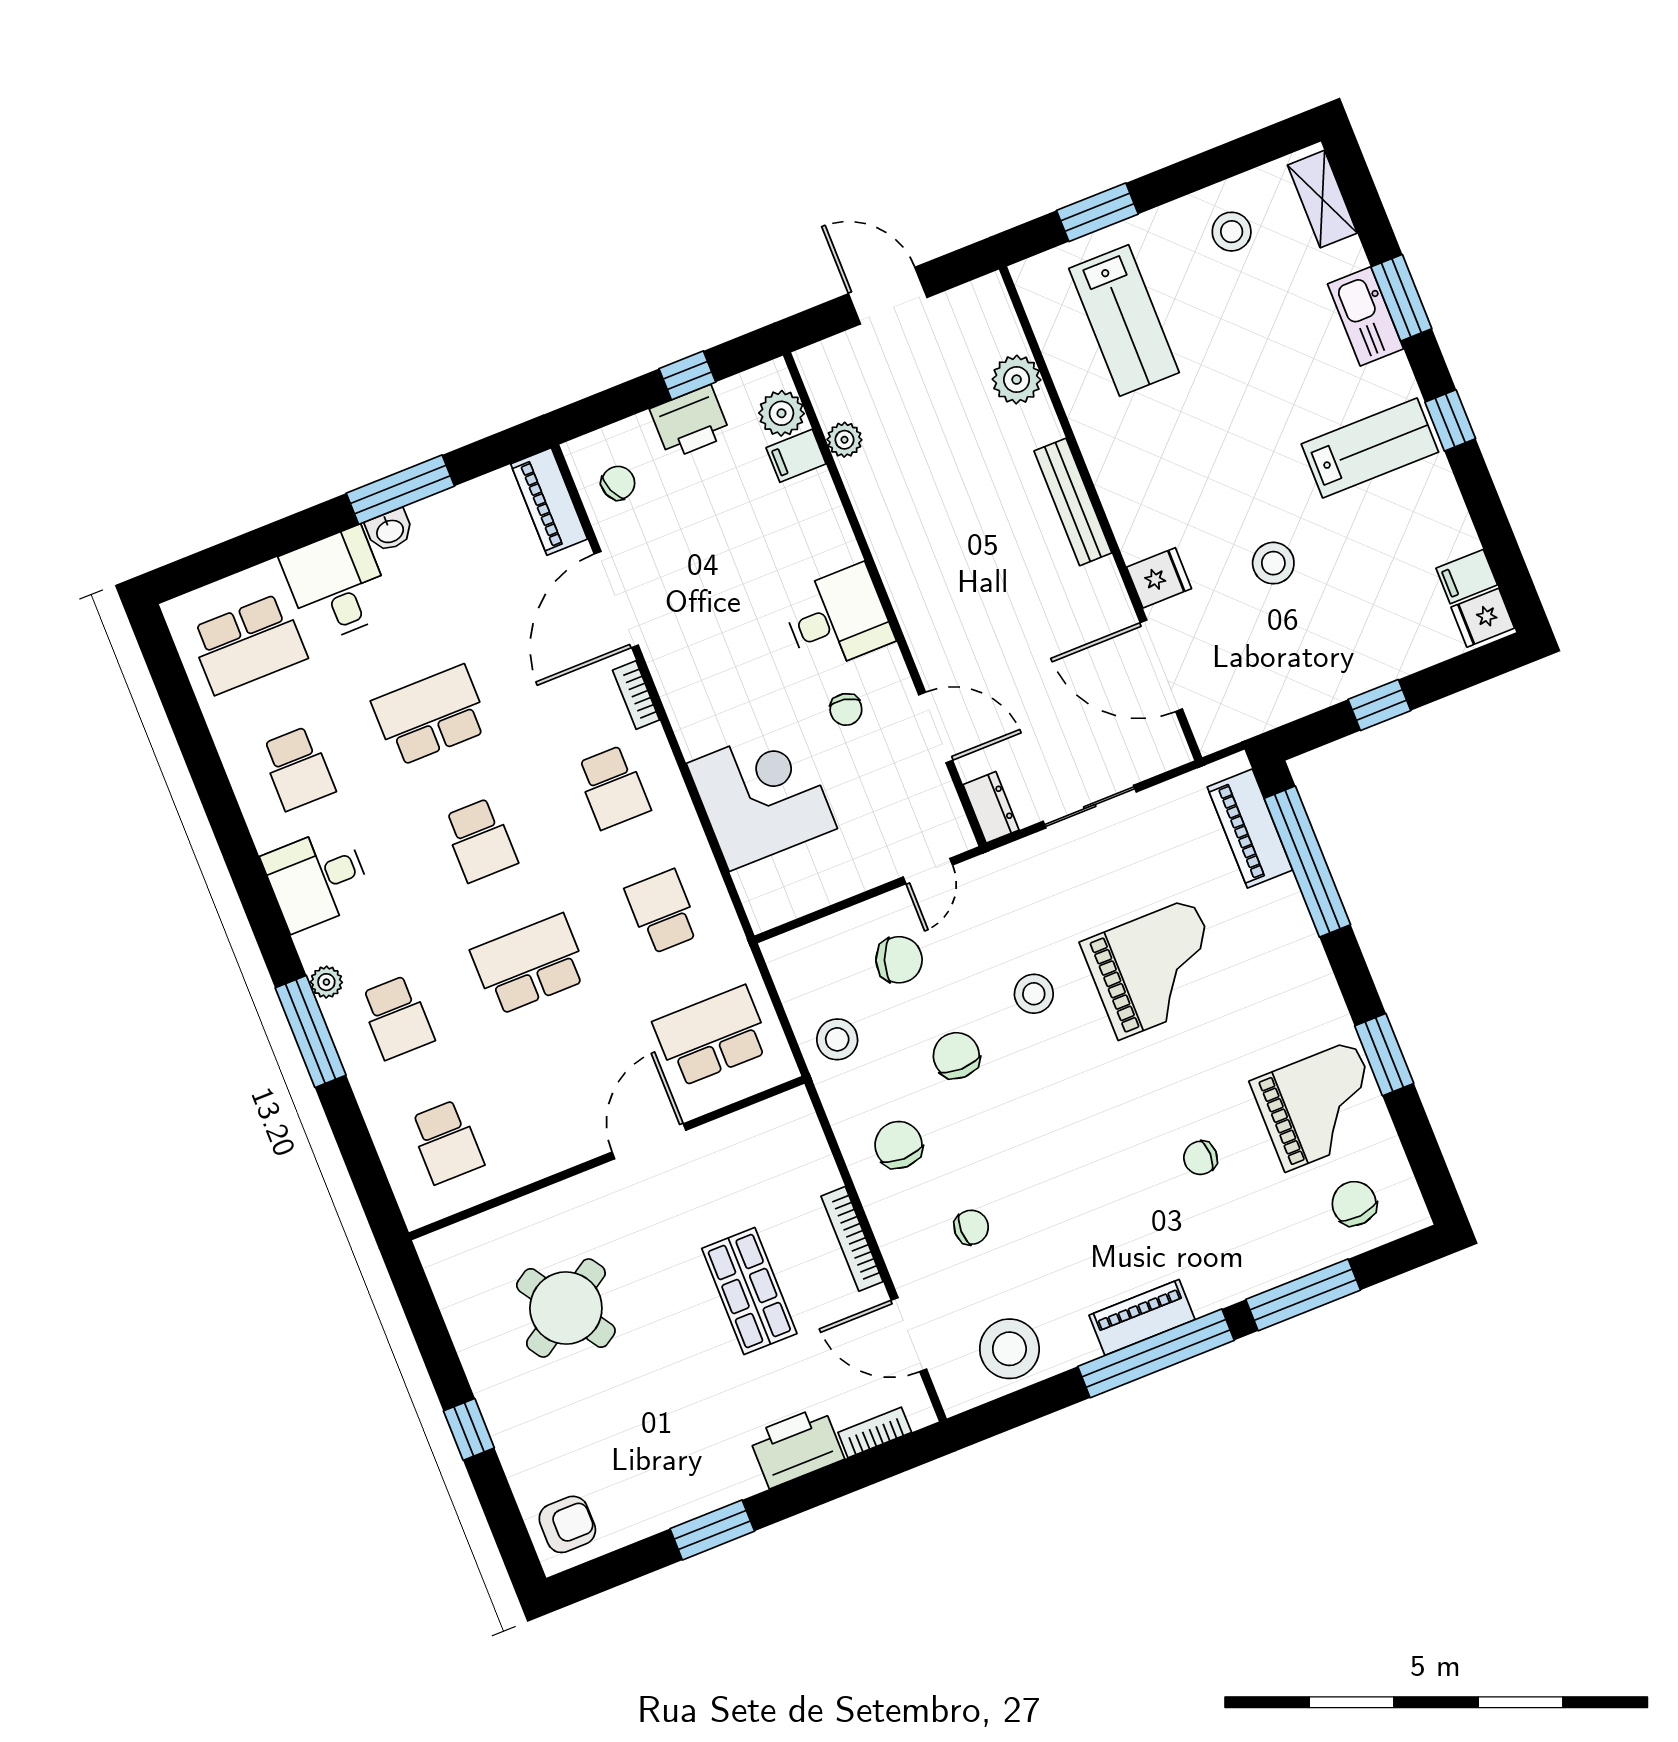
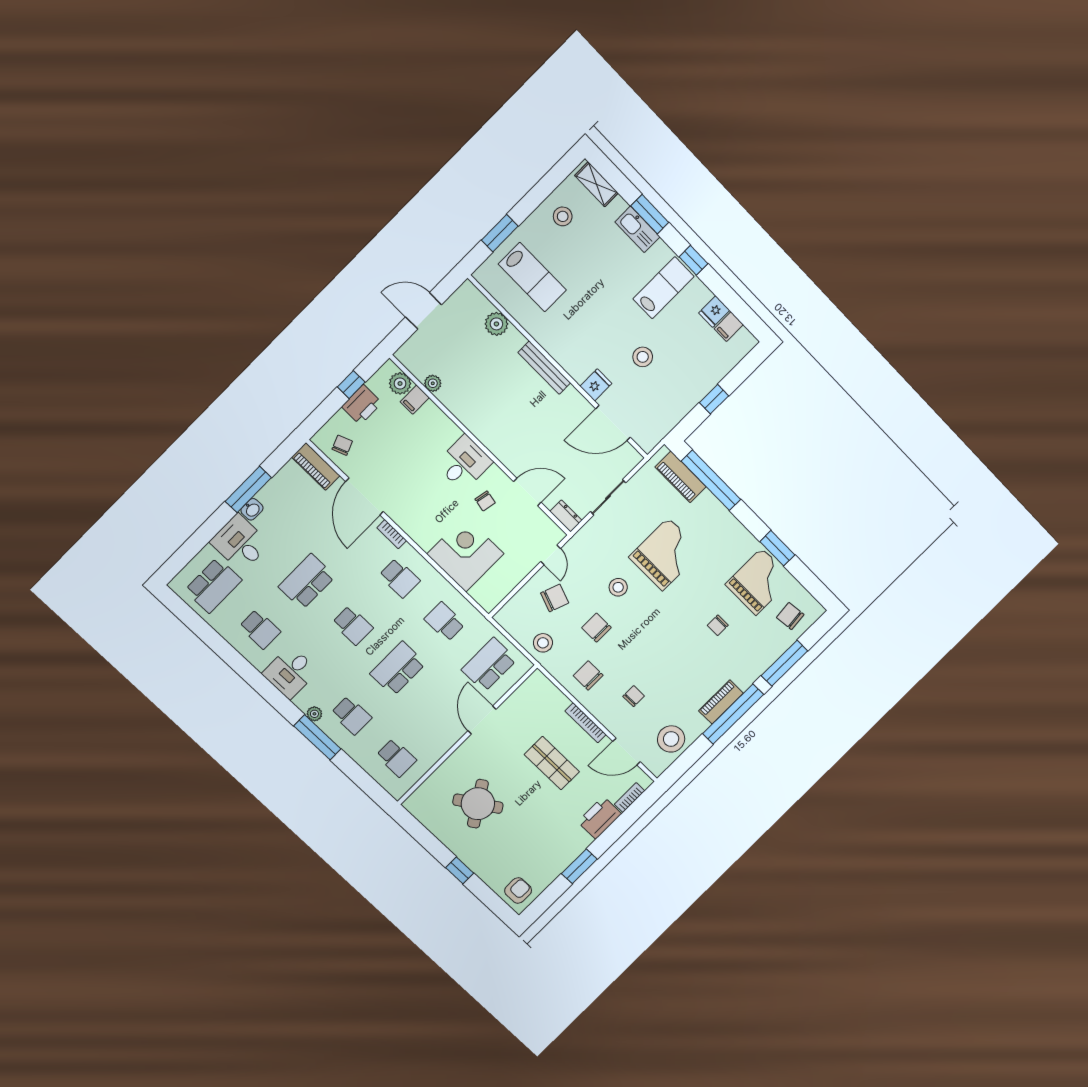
fridge: (1483, 618) -> (714, 312), moved

